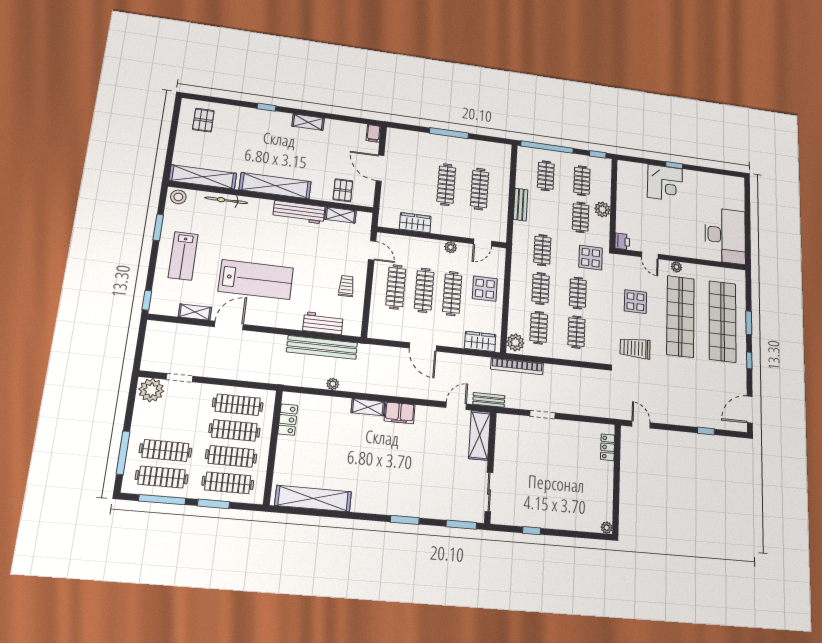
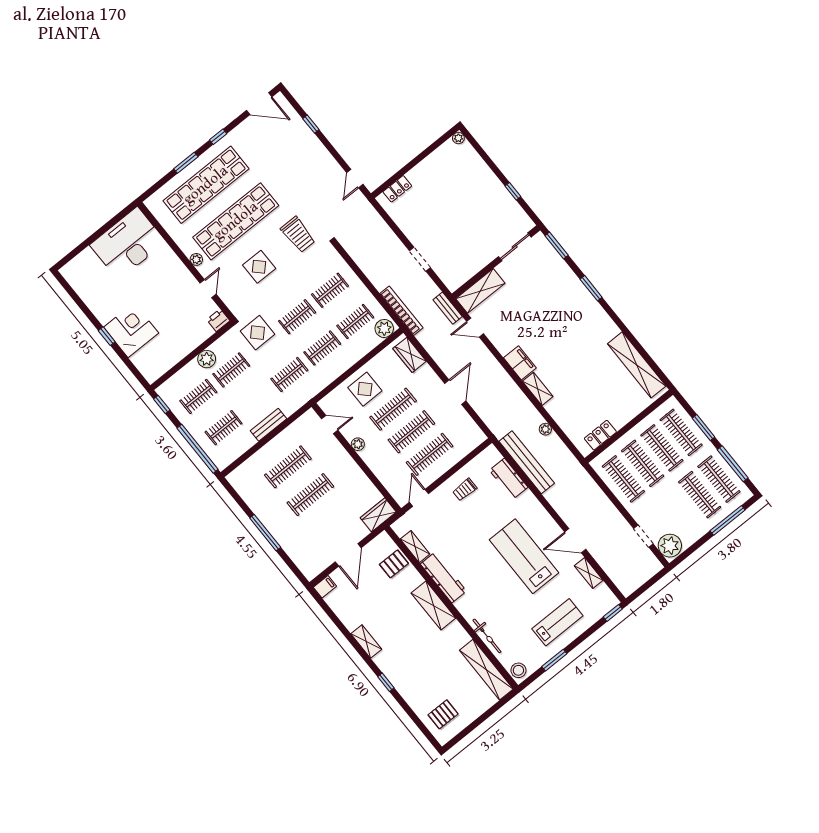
shelving: (275, 186) -> (433, 605), width x0.68
wardrobe: (415, 223) -> (378, 515), moved, turned 90

